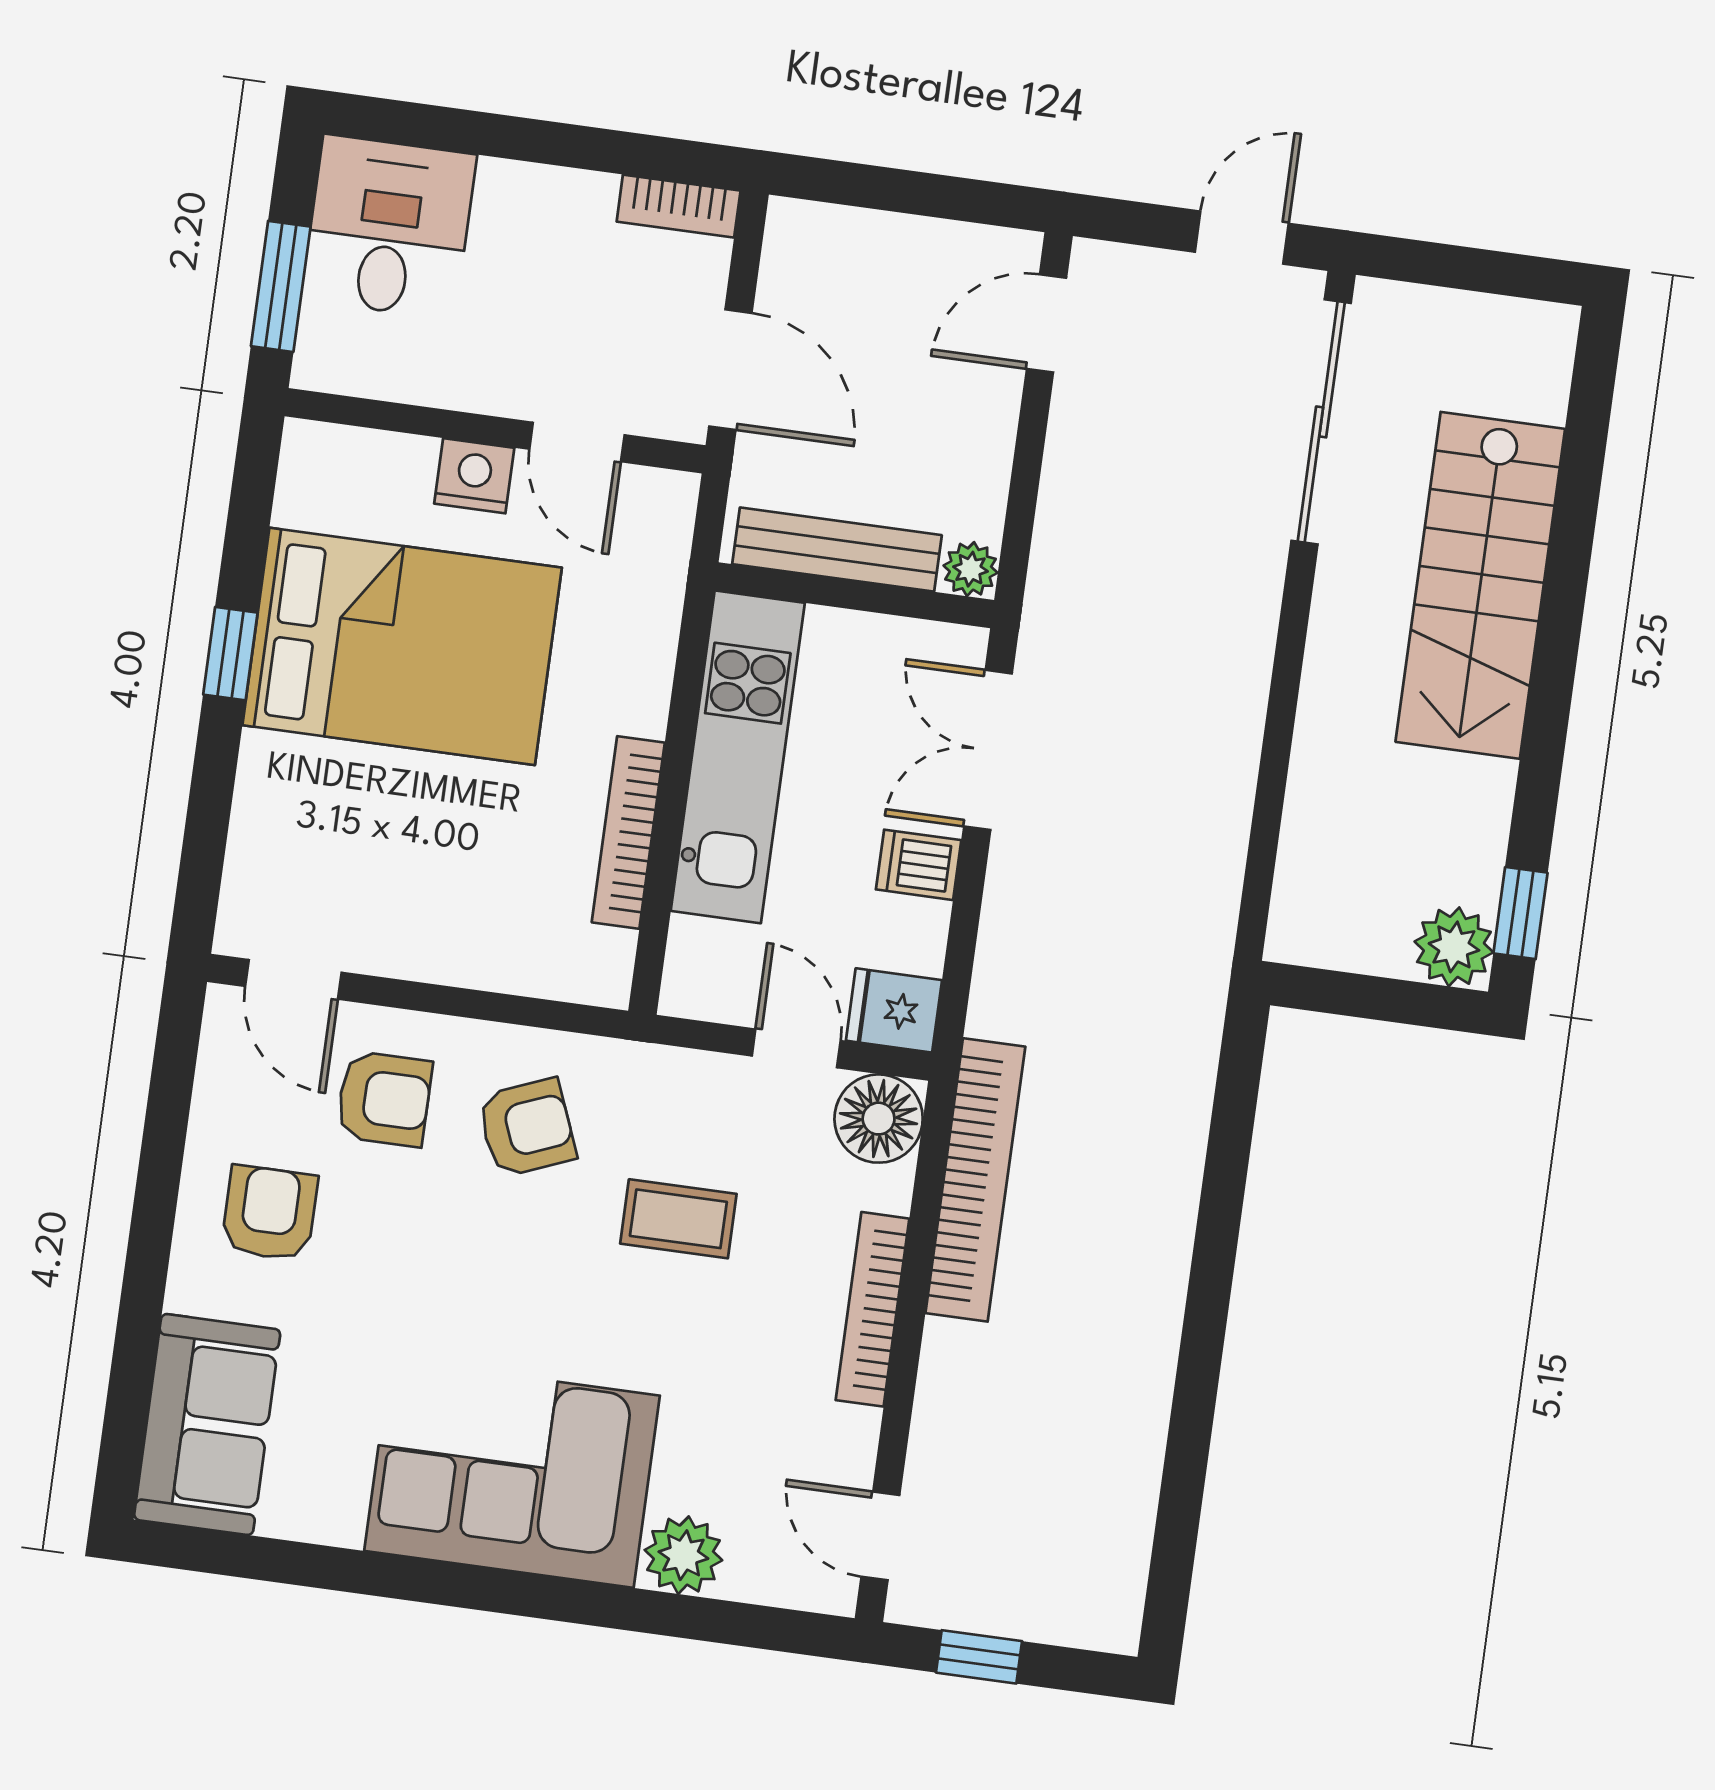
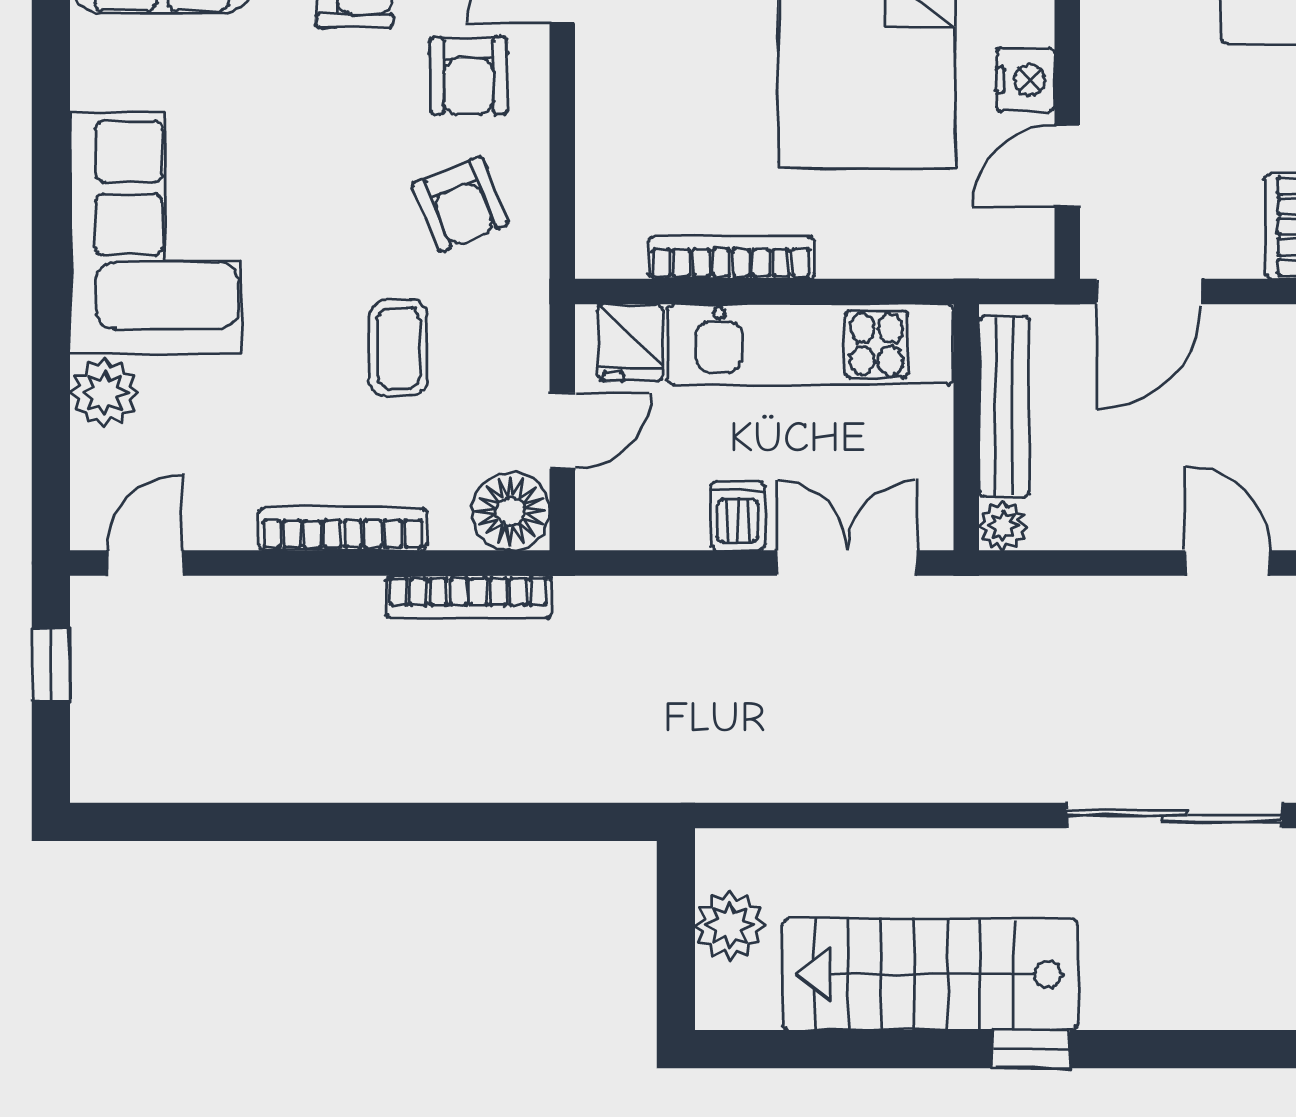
stairs: (1480, 585) -> (930, 975), moved
window: (1520, 913) -> (1031, 1049), moved
plant: (1454, 947) -> (730, 925), moved
fridge: (894, 1010) -> (630, 343), moved, turned 180
bookcase: (975, 1180) -> (468, 597), width x0.68, depth x0.76

